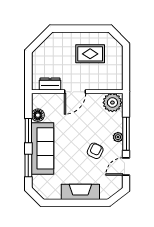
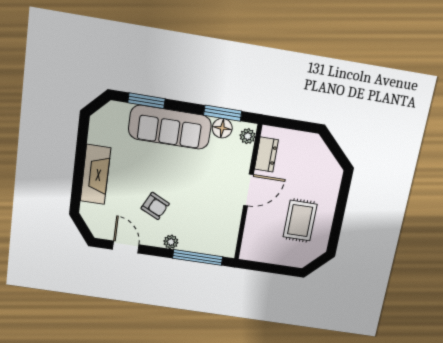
door: (75, 92) -> (248, 190), swing flipped
plant: (112, 103) -> (248, 136), moved, width x0.53, depth x0.53
window: (28, 131) -> (223, 113), moved
window: (126, 134) -> (198, 258), moved

